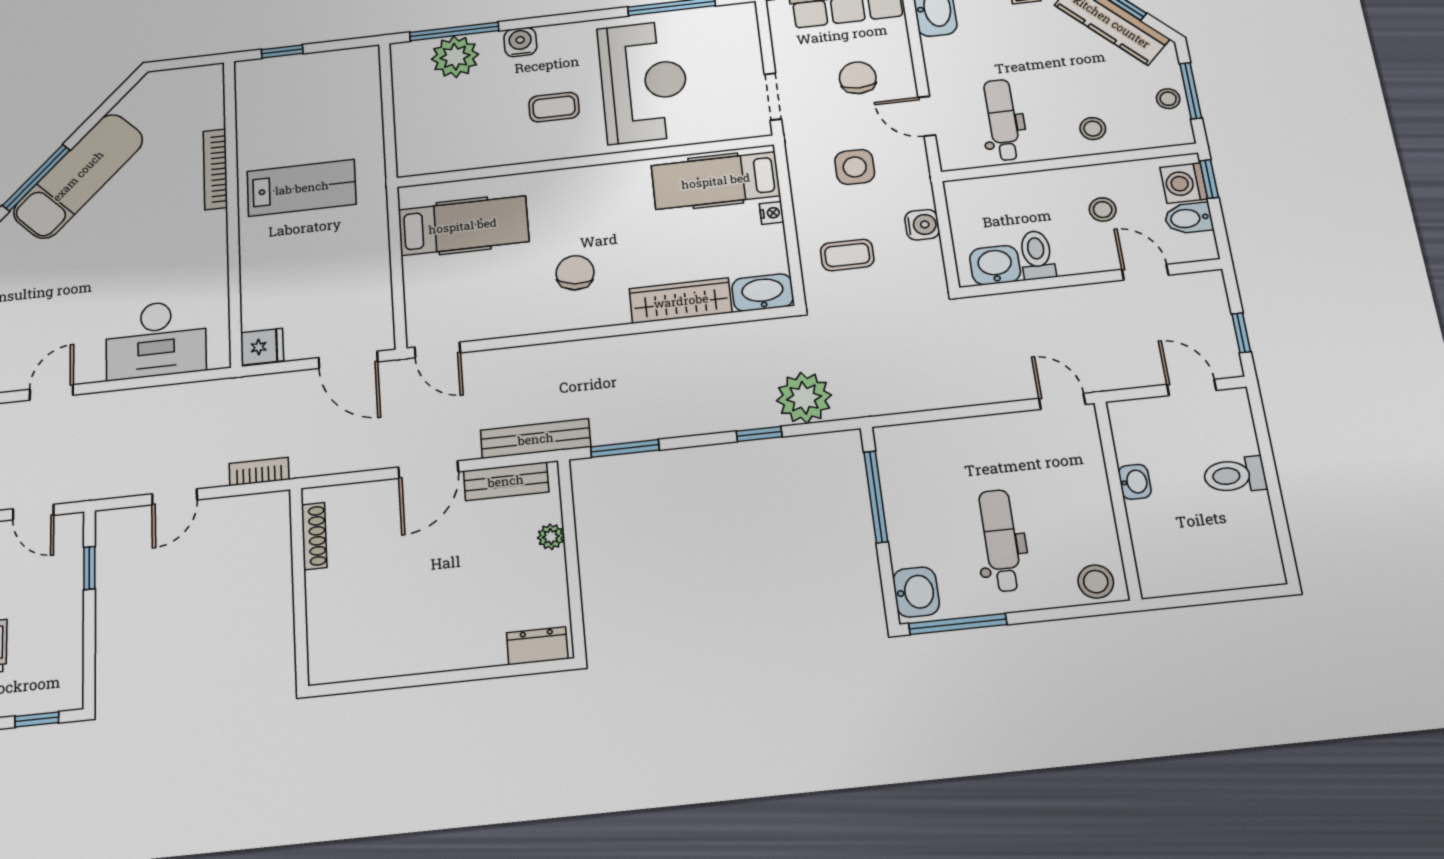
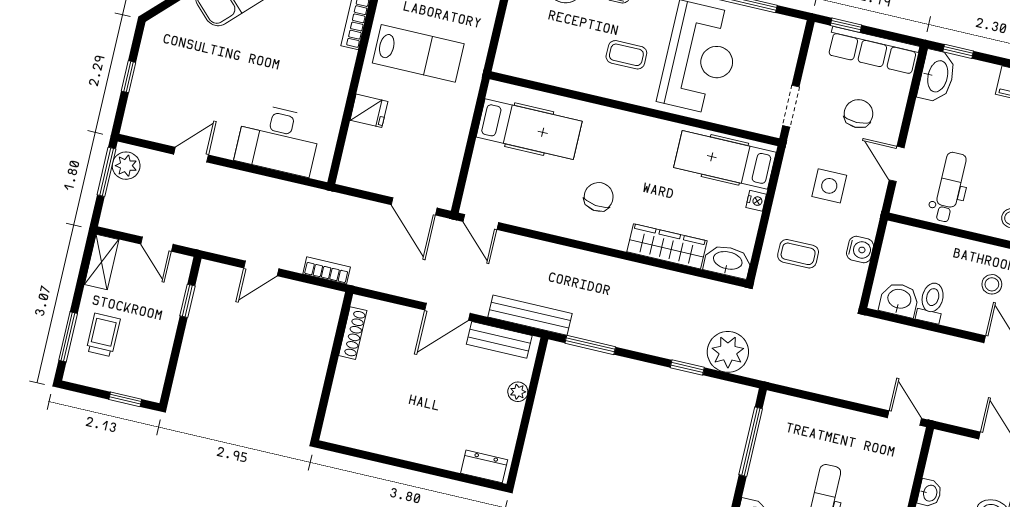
fridge: (262, 347) -> (369, 111), moved

